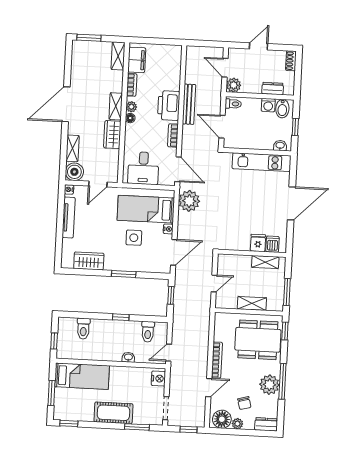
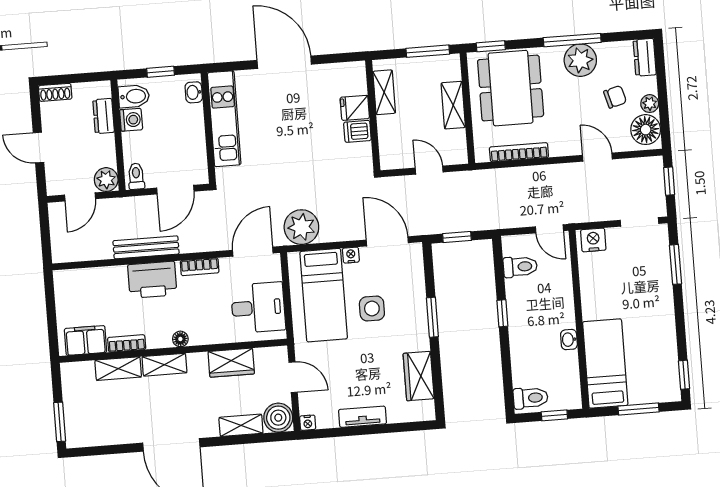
shelving: (118, 56) -> (118, 369), moved
plant: (131, 107) -> (162, 339), removed
wardrobe: (112, 135) -> (231, 363), moved
tv unit: (69, 217) -> (362, 417), width x0.71
dishwasher: (273, 244) -> (357, 131), moved
toilet: (83, 329) -> (531, 398), moved
washbasin: (128, 357) -> (569, 340), moved
bookcase: (217, 360) -> (519, 152), moved
cot: (113, 413) -> (658, 305), removed

